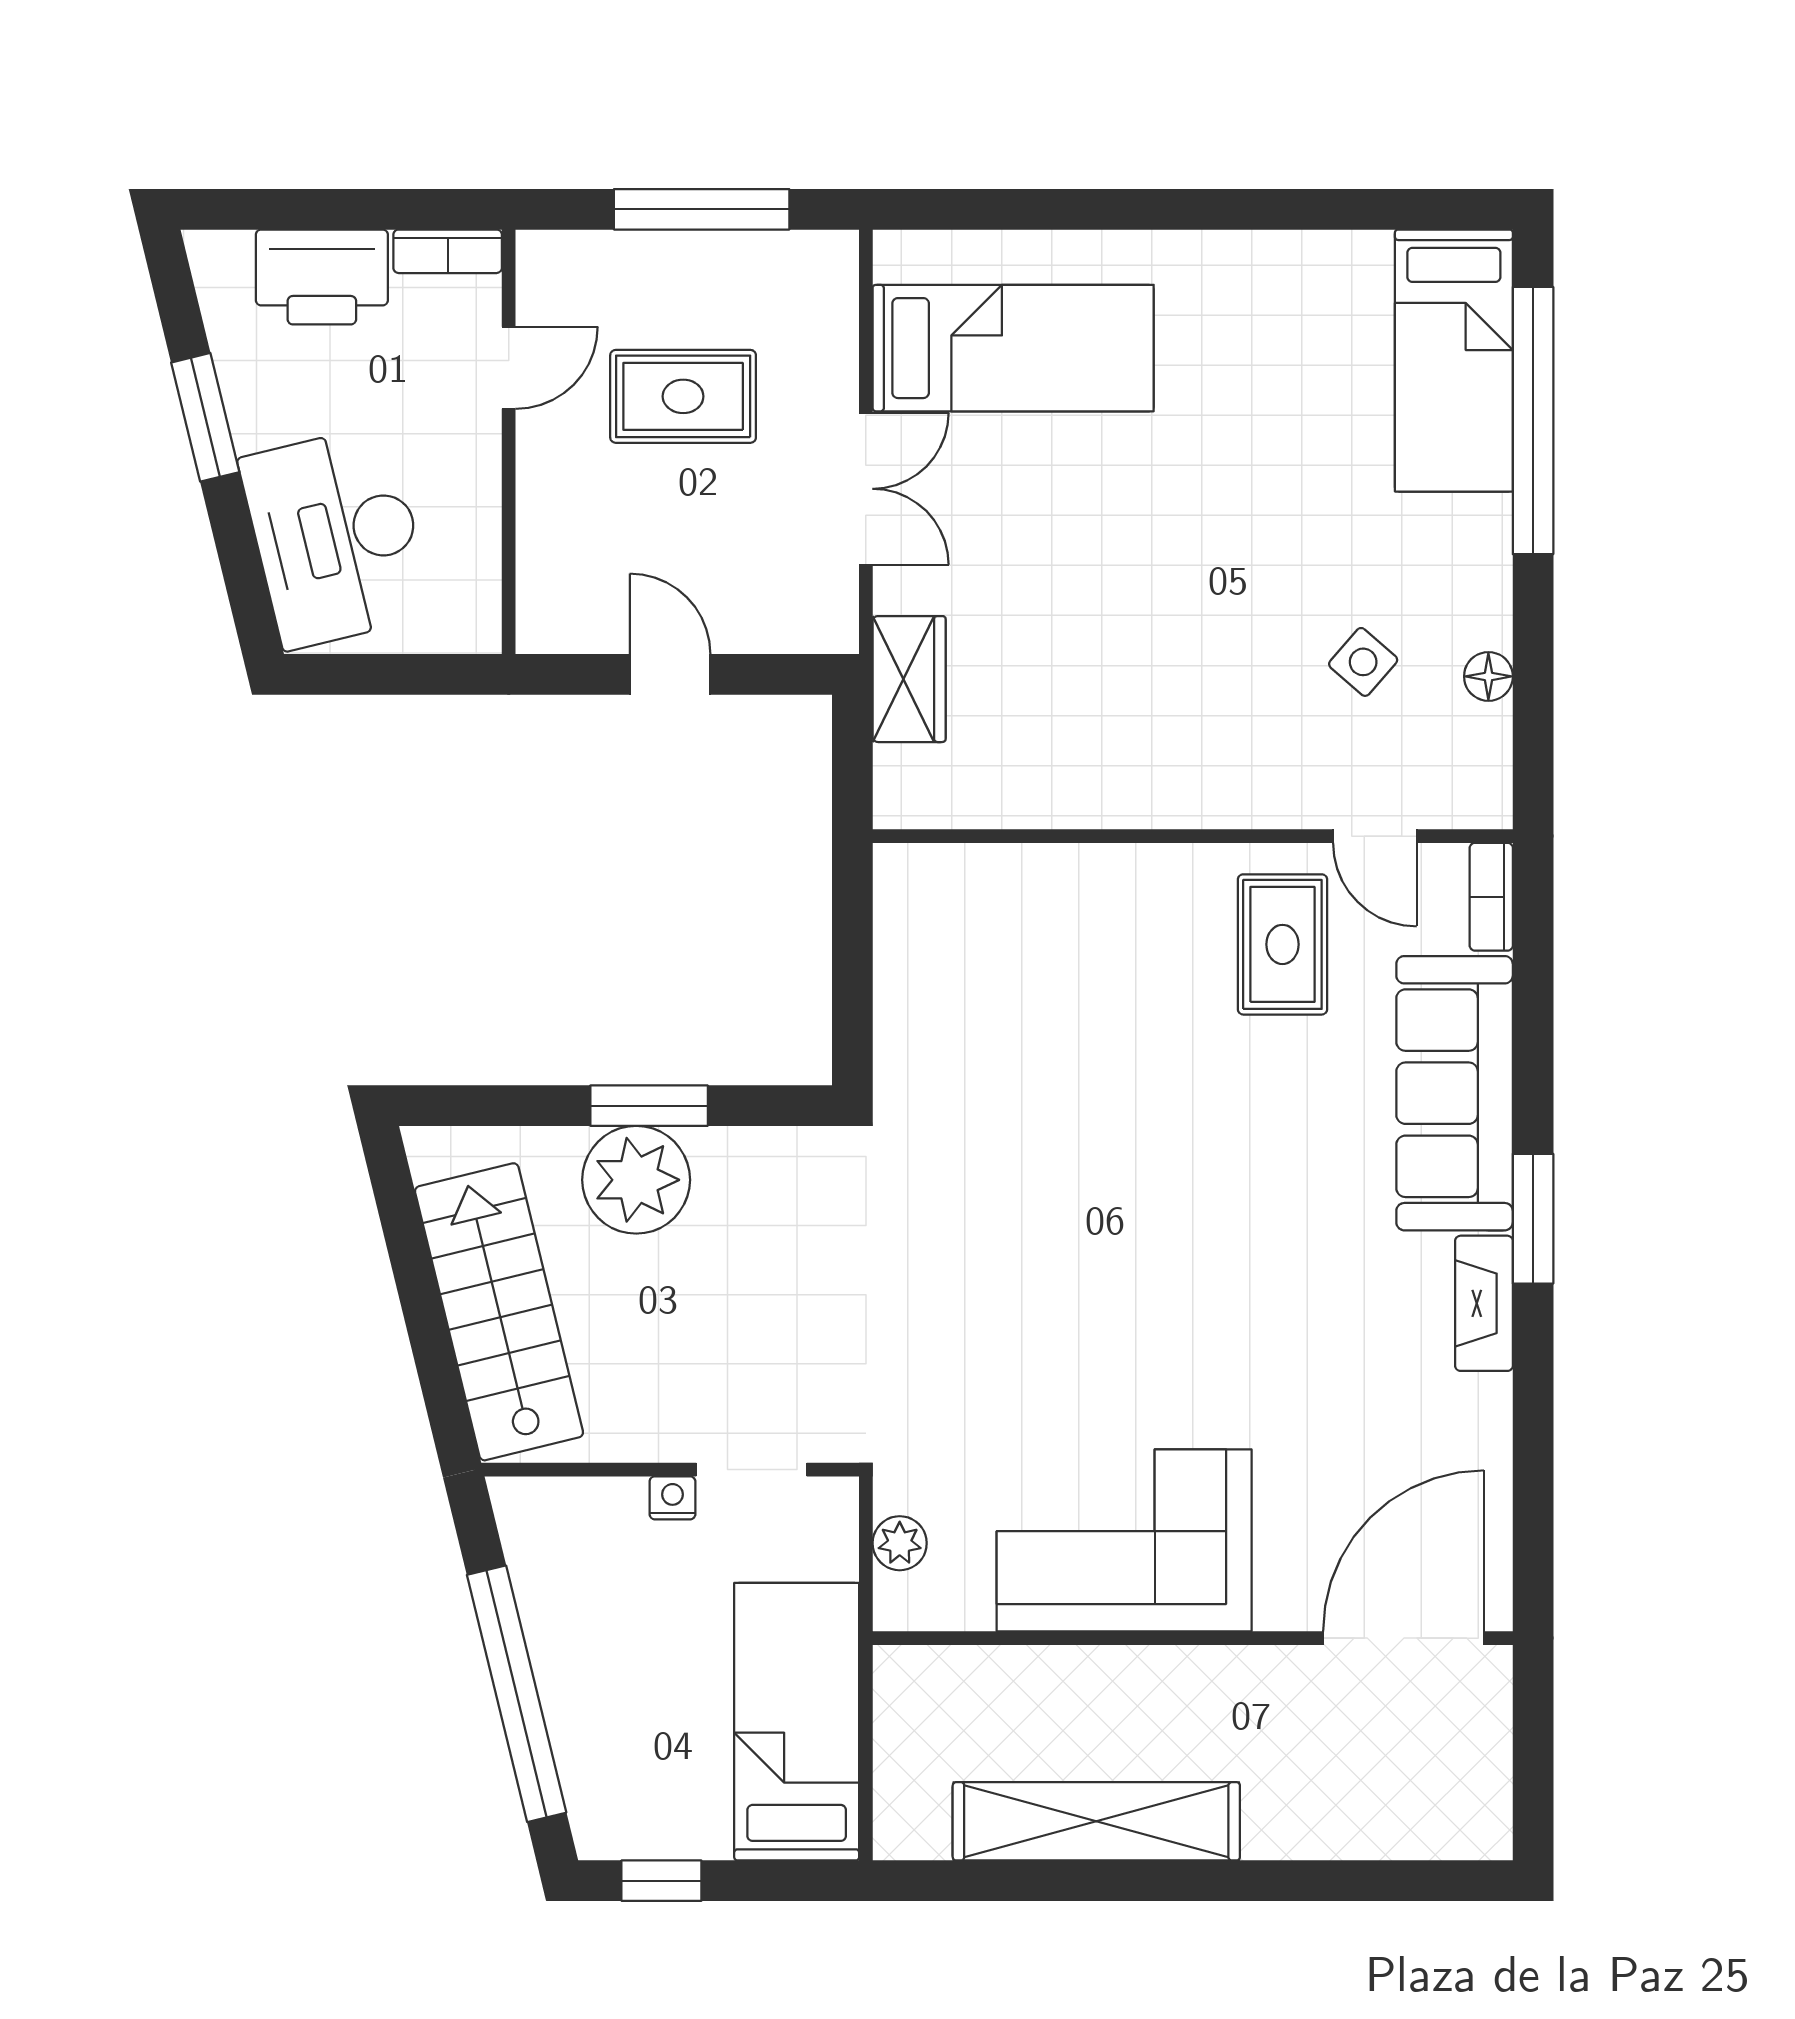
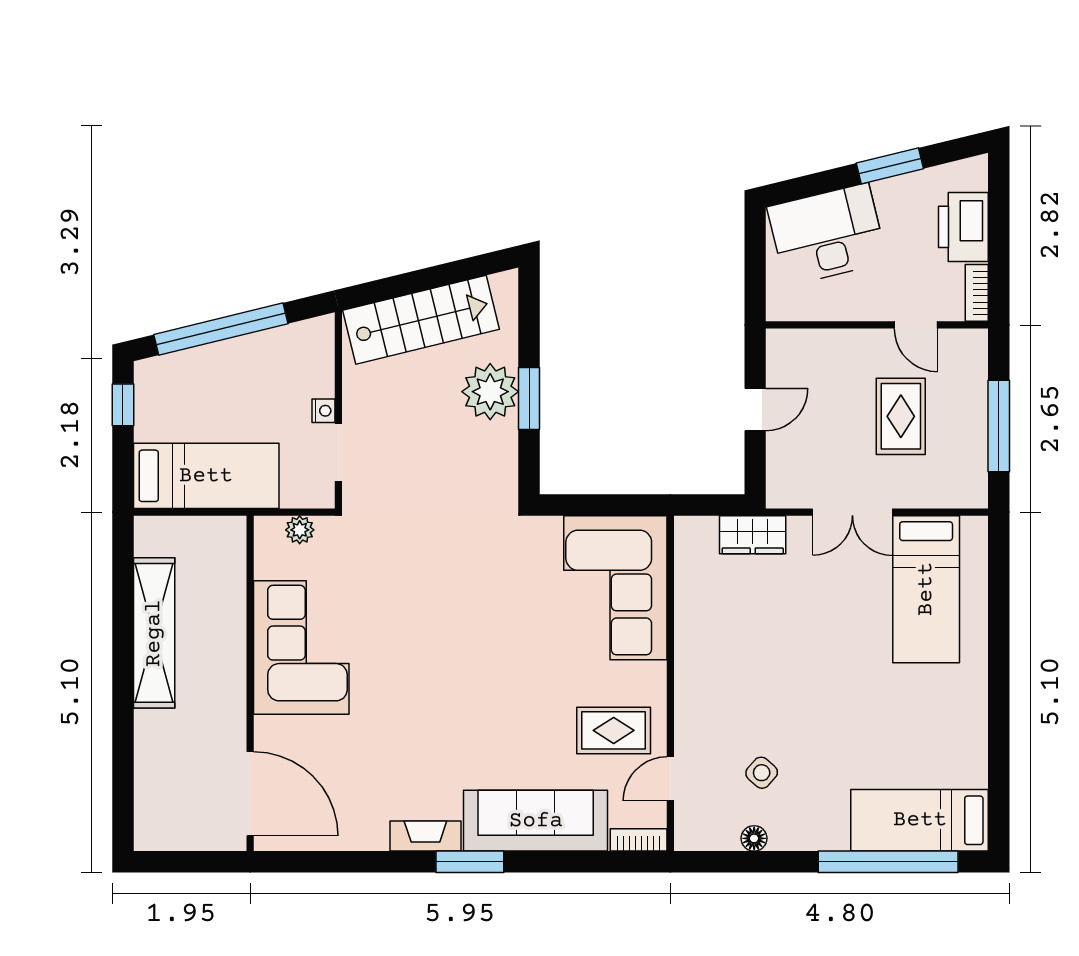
corner sofa: (1010, 941) -> (615, 588), added

